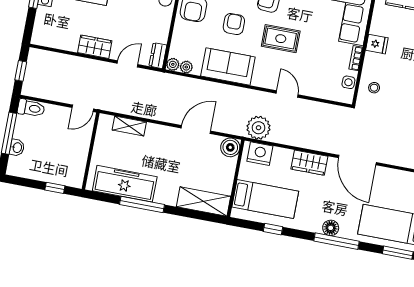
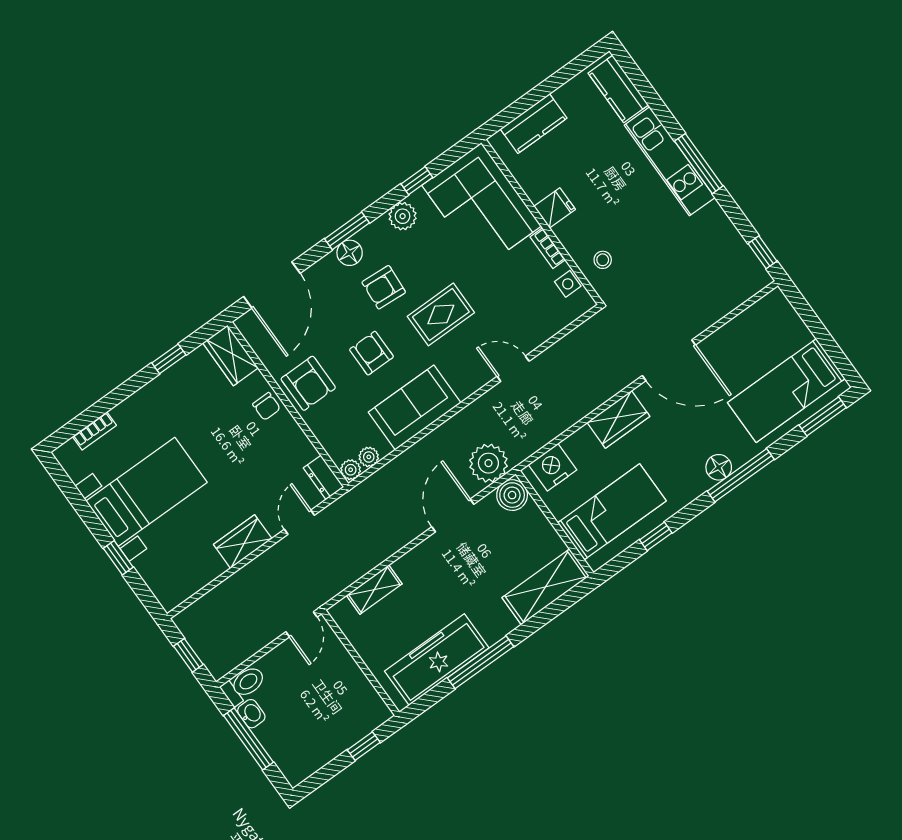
plant: (259, 128) -> (488, 463), moved
washbasin: (17, 148) -> (251, 714), moved

